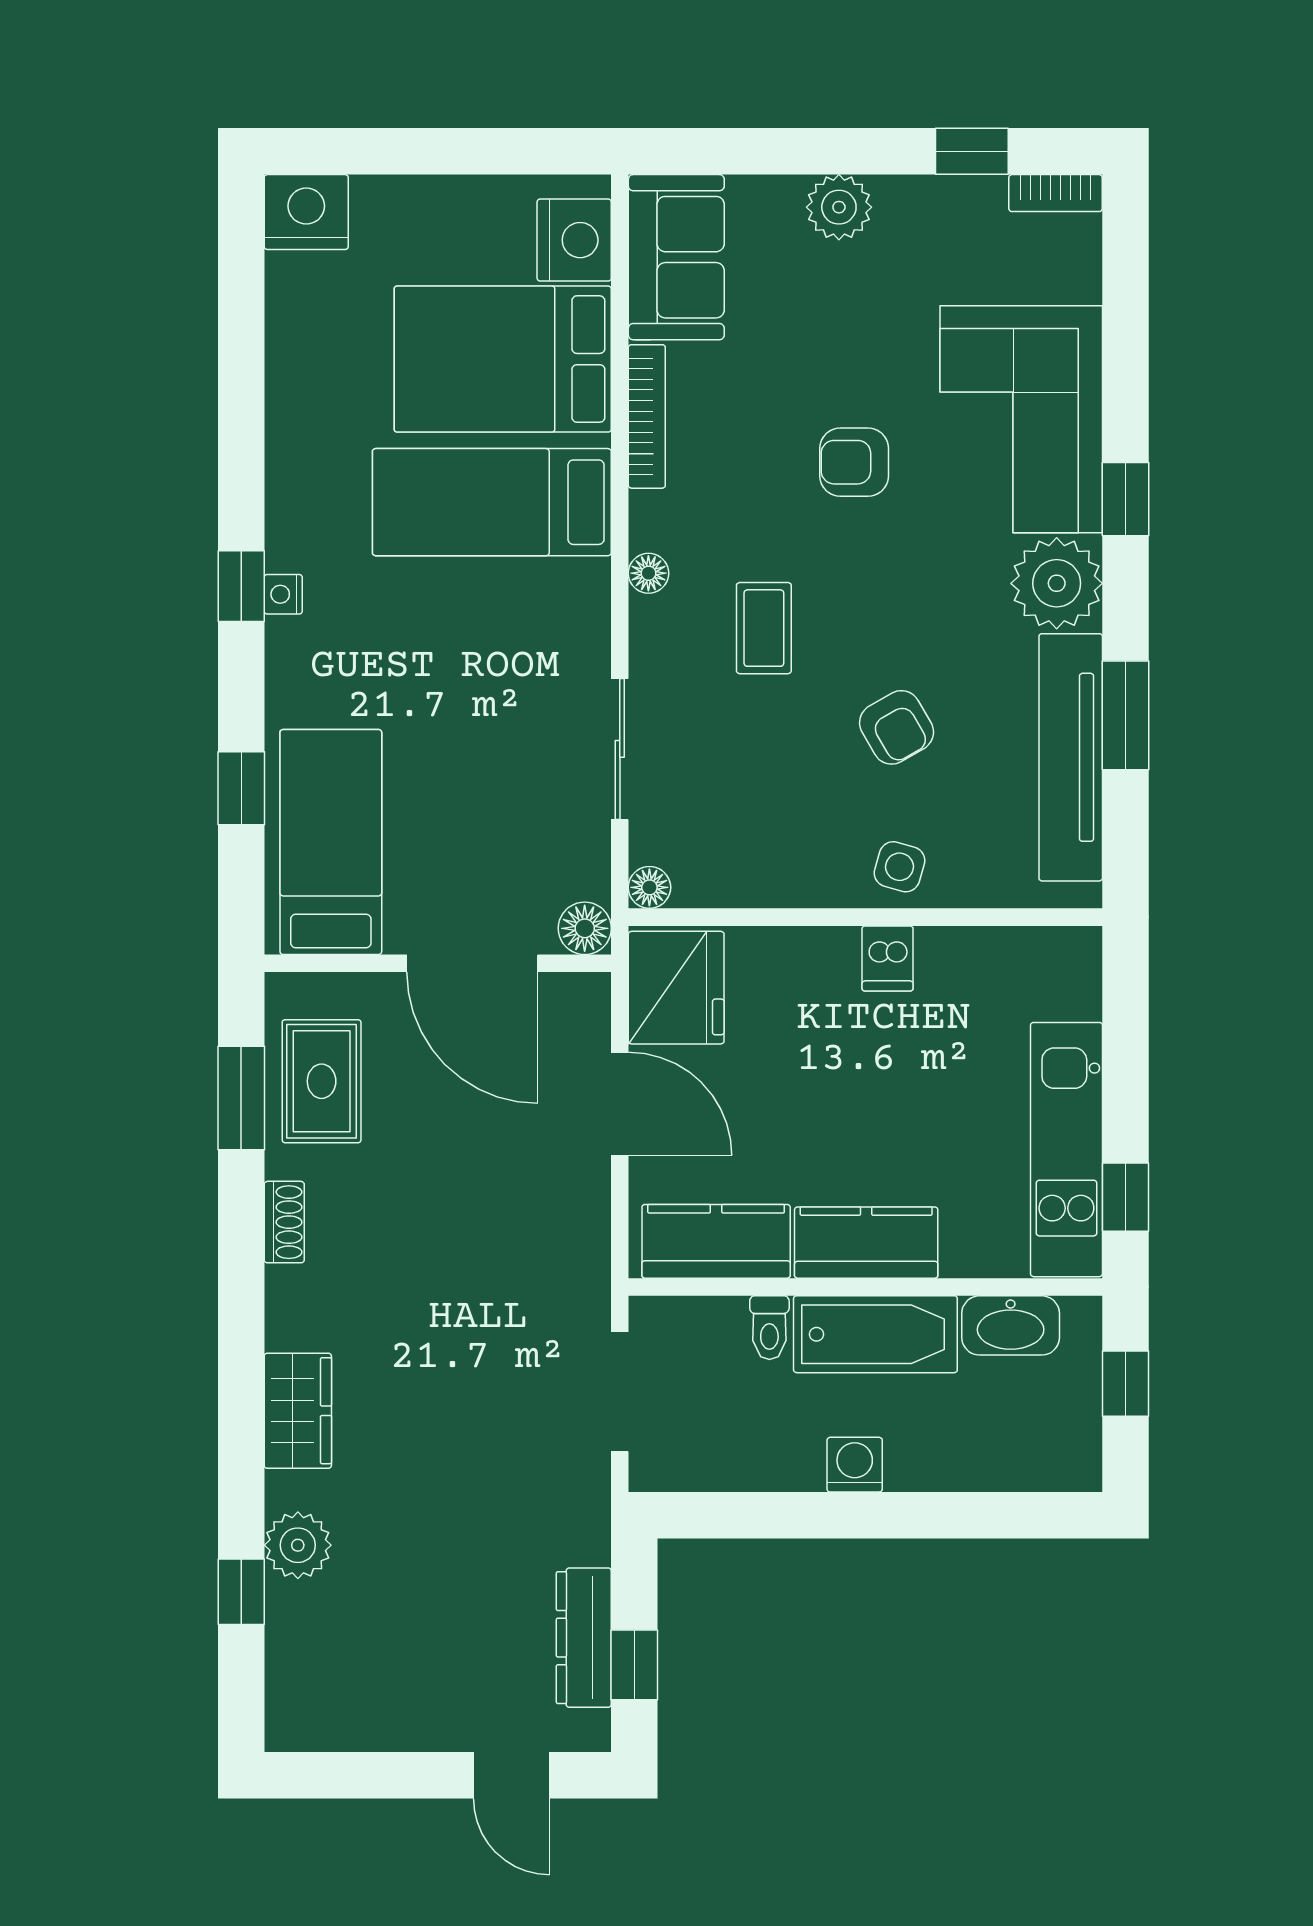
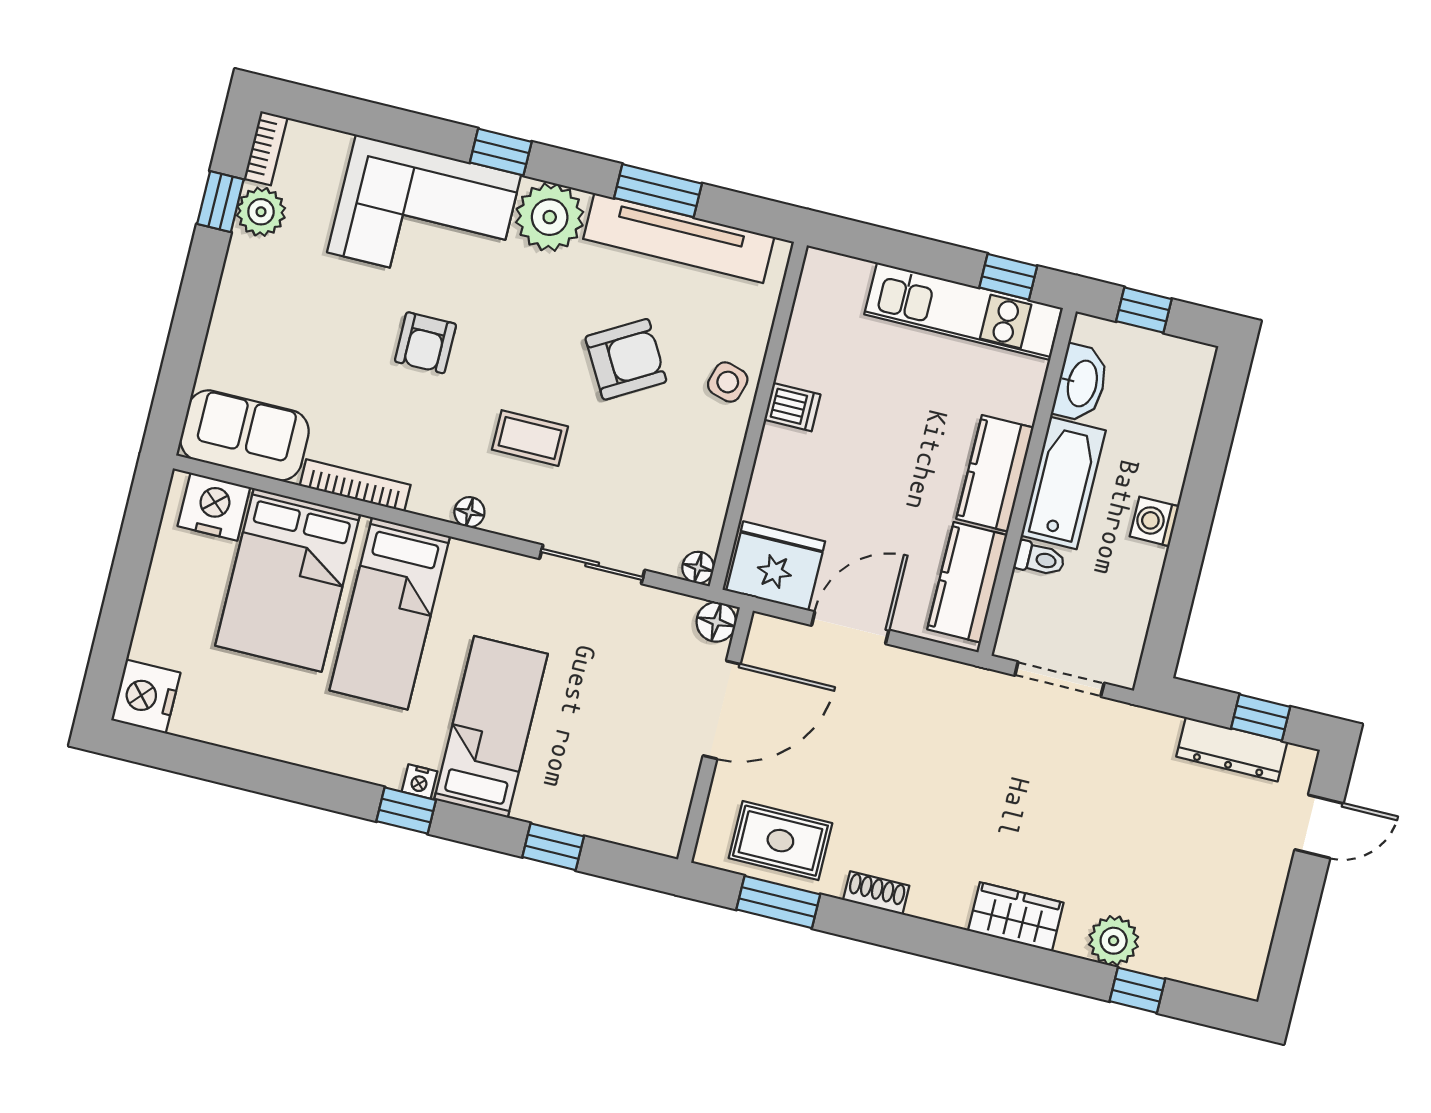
plant: (839, 207) -> (261, 212), moved
armchair: (897, 727) -> (626, 359), width x1.38, depth x1.38
bed: (331, 842) -> (491, 727), moved, turned 90

